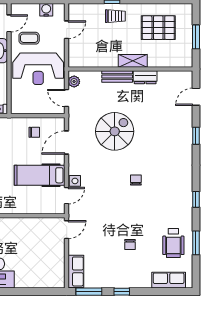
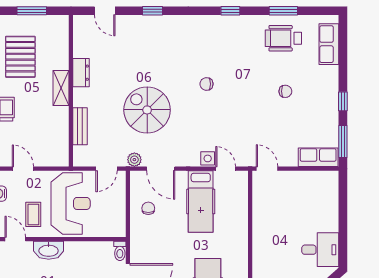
bench: (117, 76) -> (80, 126), moved
plant: (74, 82) -> (134, 160), moved
wheelchair: (173, 243) -> (283, 38), turned 180

